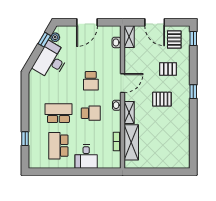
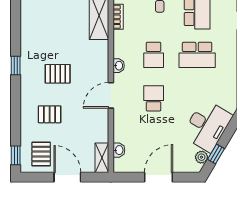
window: (193, 92) -> (16, 65), moved
school desk: (91, 113) -> (154, 55), turned -90
shelving: (129, 113) -> (102, 56), removed

